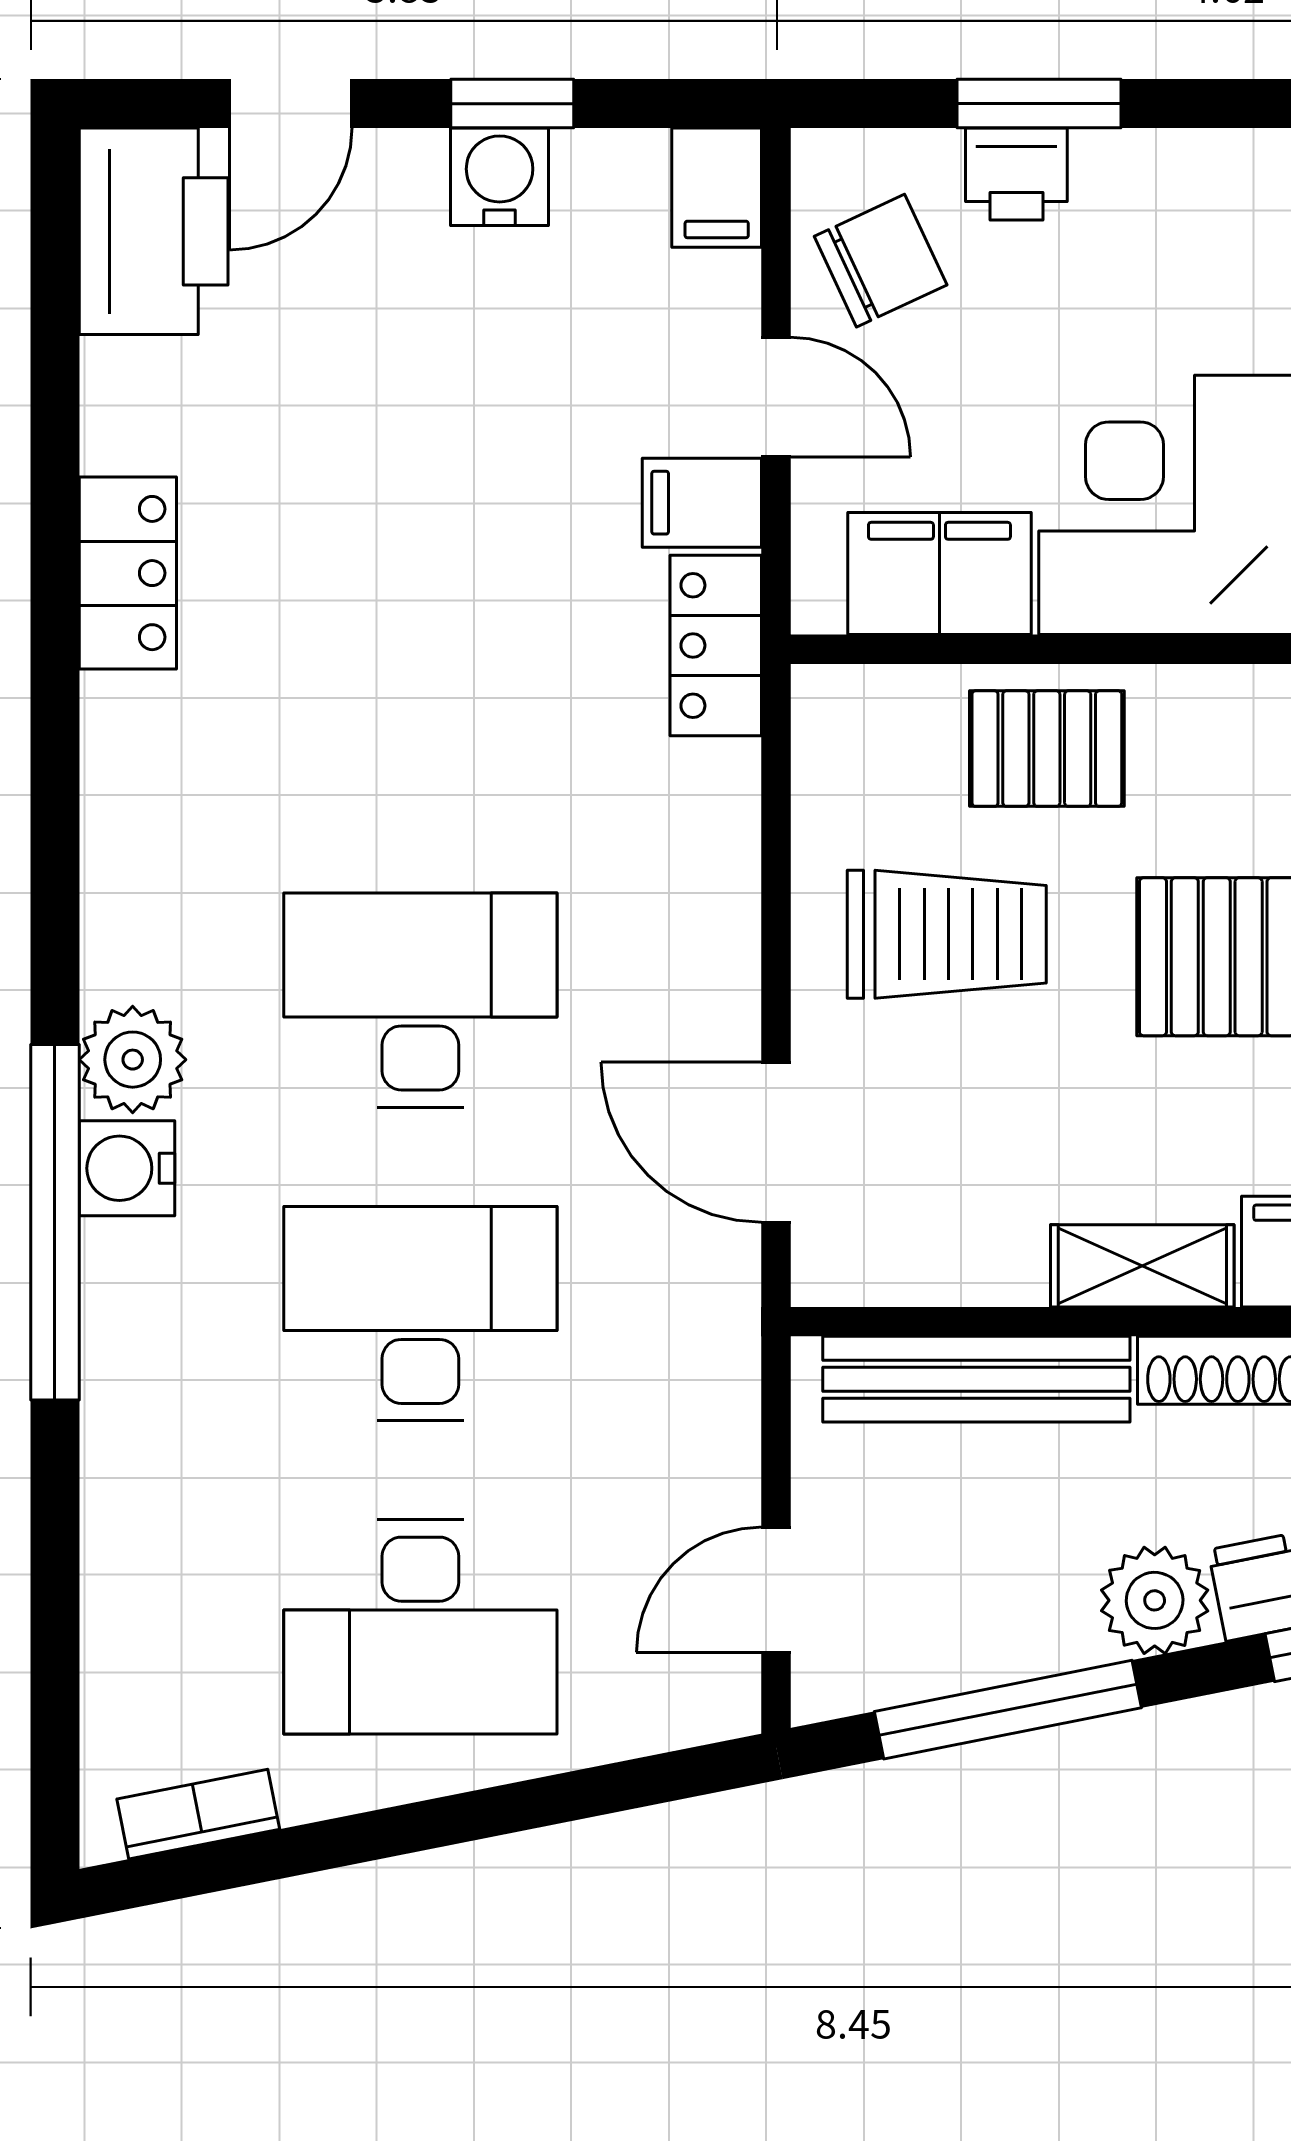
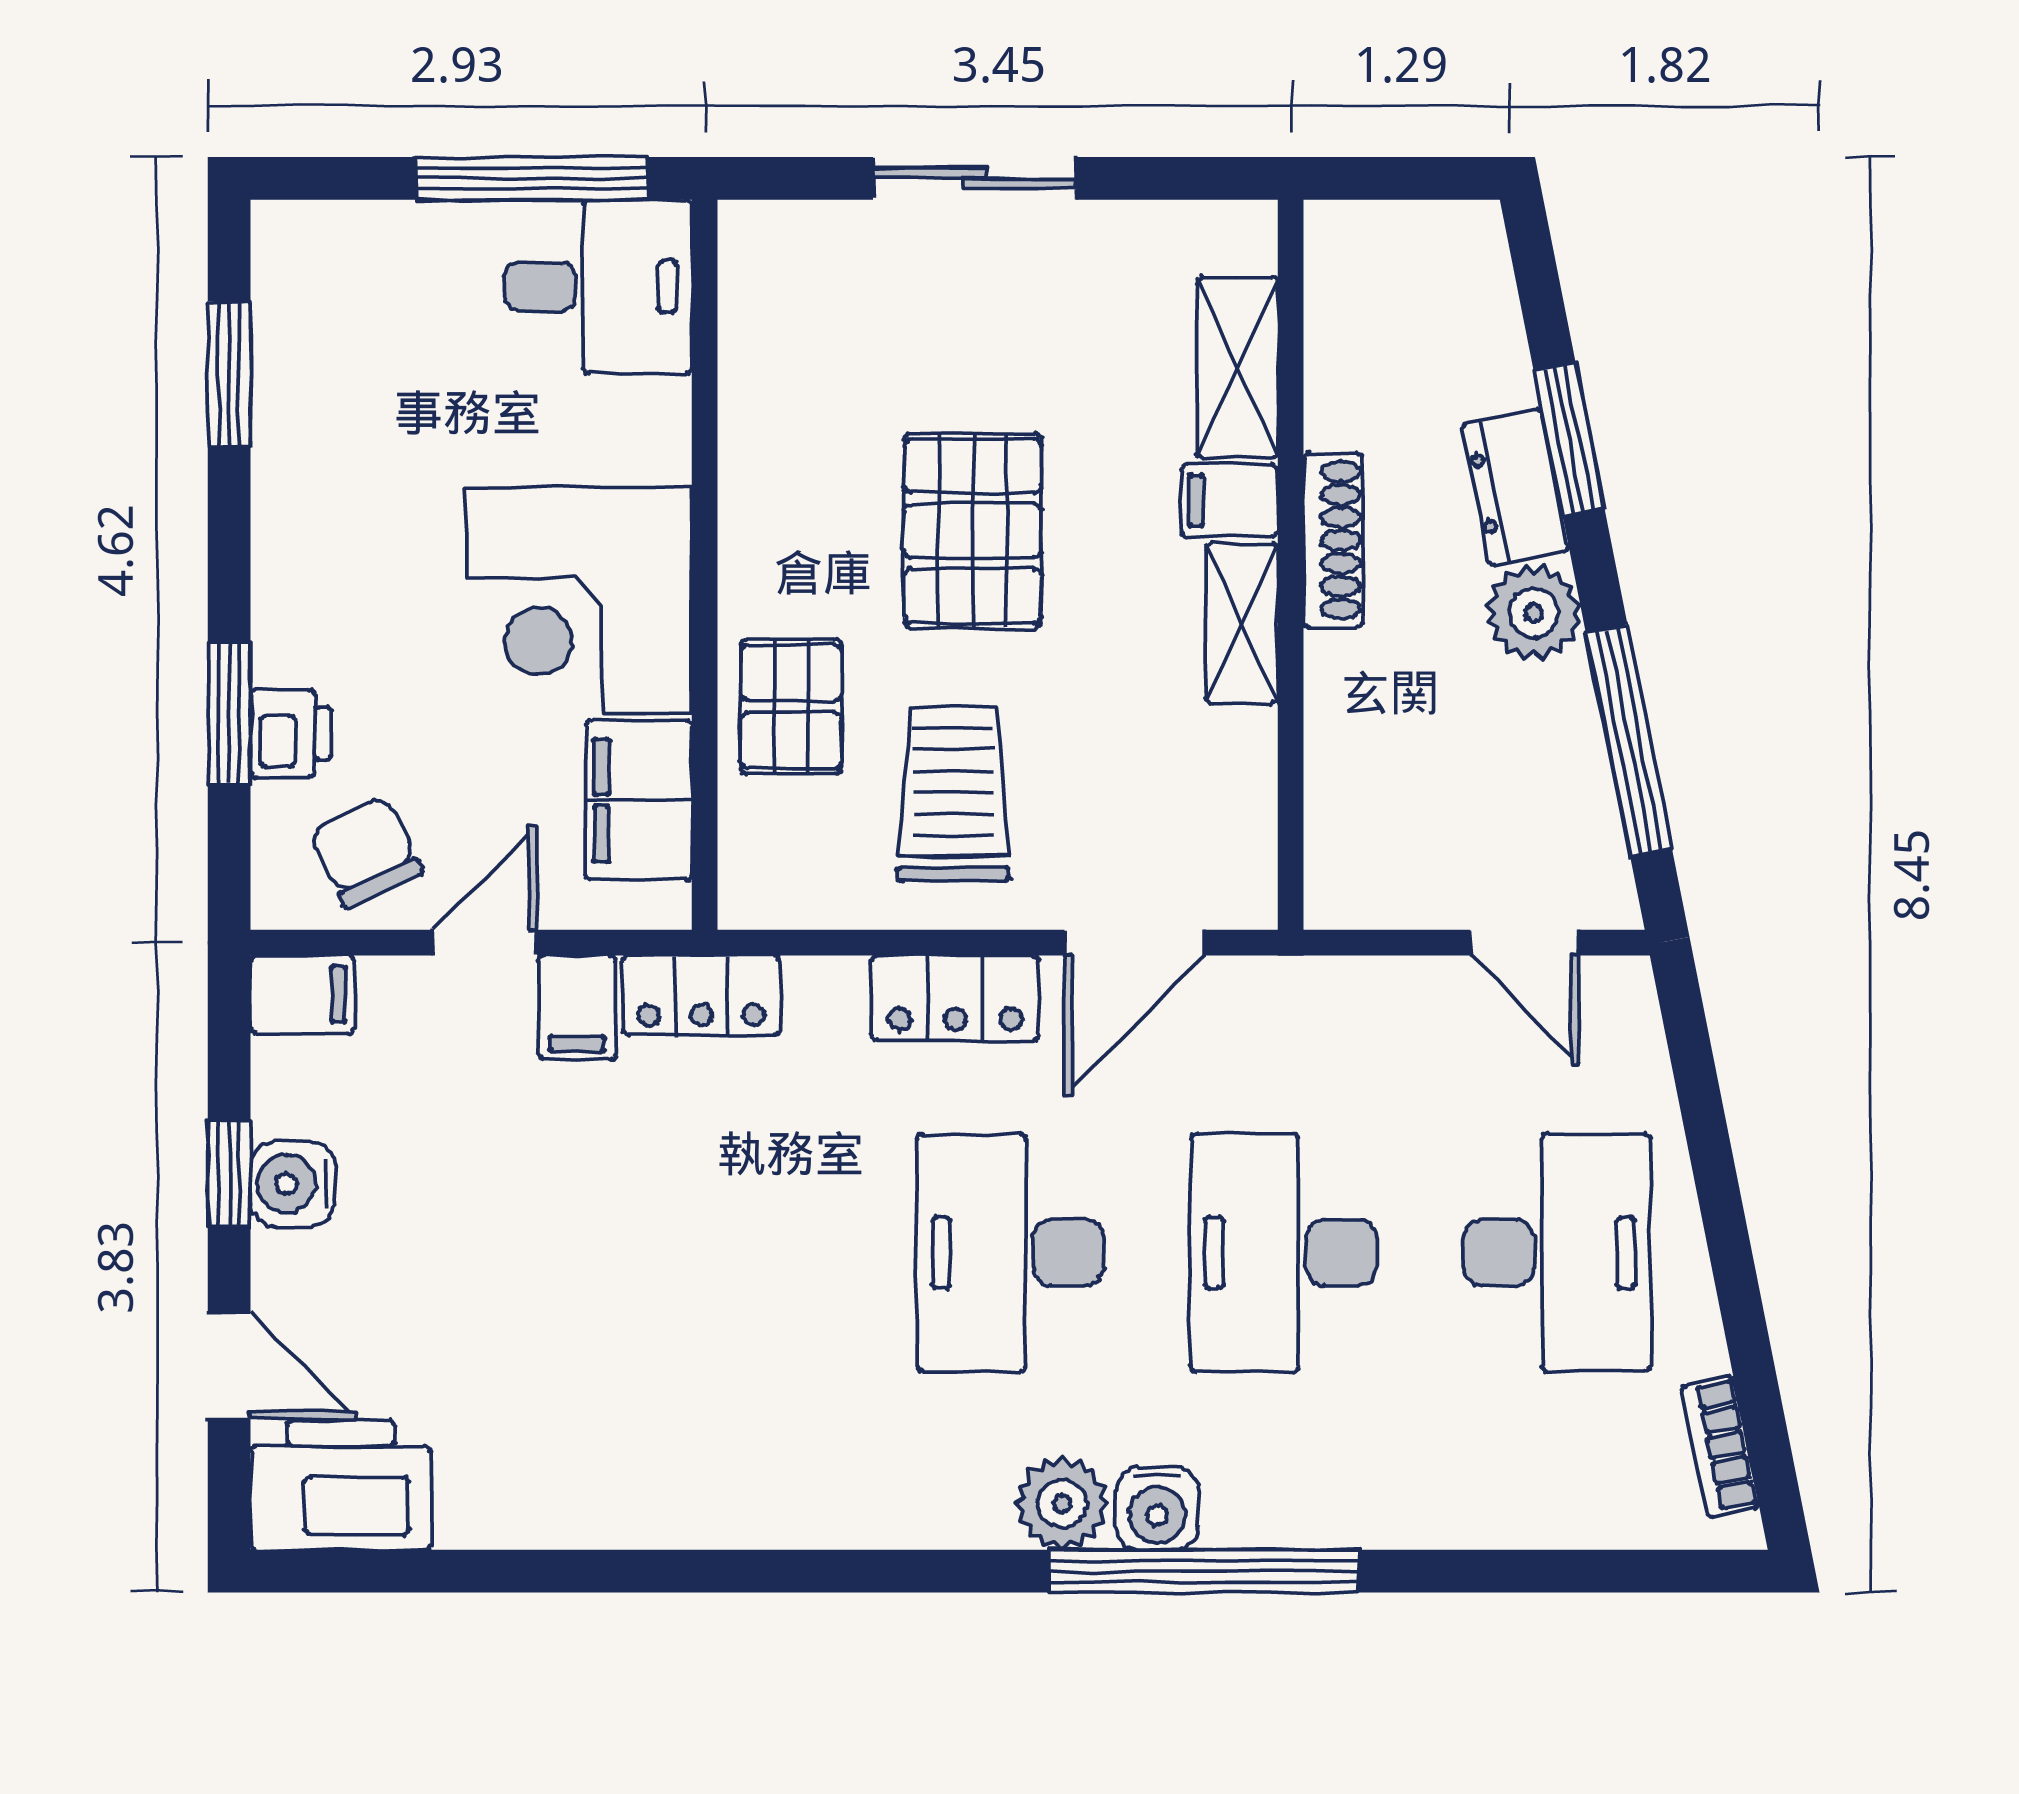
locker: (128, 573) -> (955, 998), moved, turned 180
bench: (976, 1379) -> (1341, 768), removed

